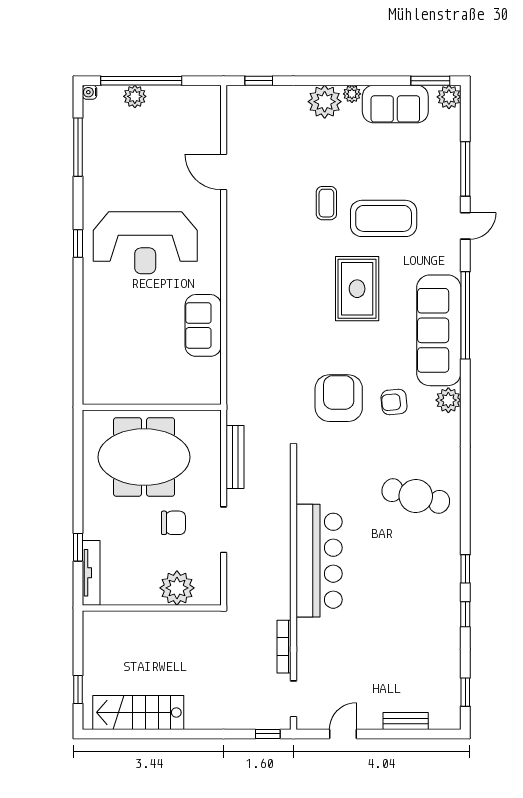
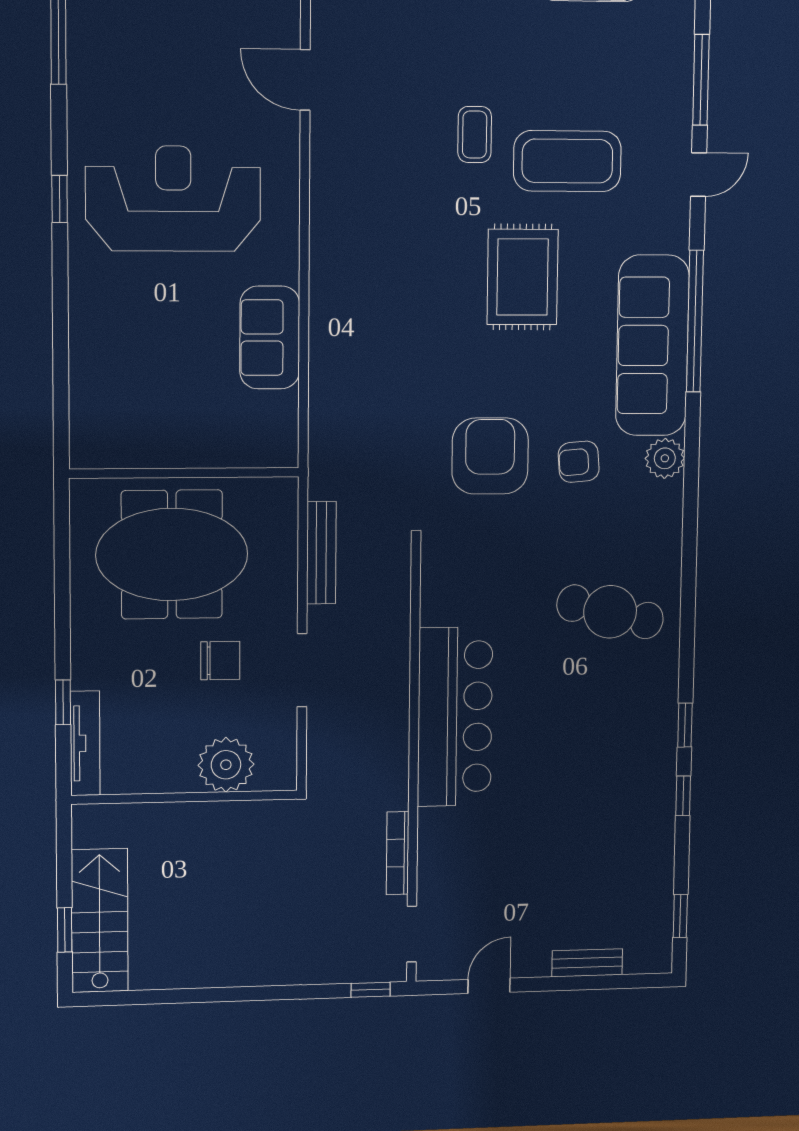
reception desk: (145, 243) -> (173, 199), turned 180
stairs: (138, 712) -> (100, 921), moved, turned 90

